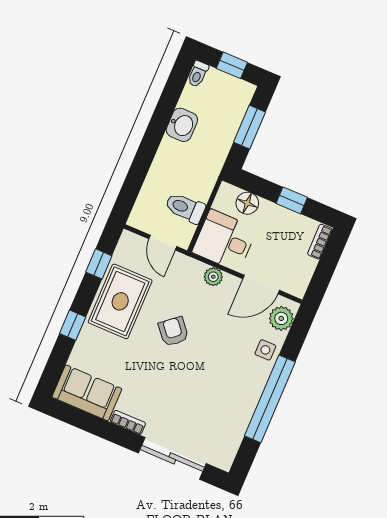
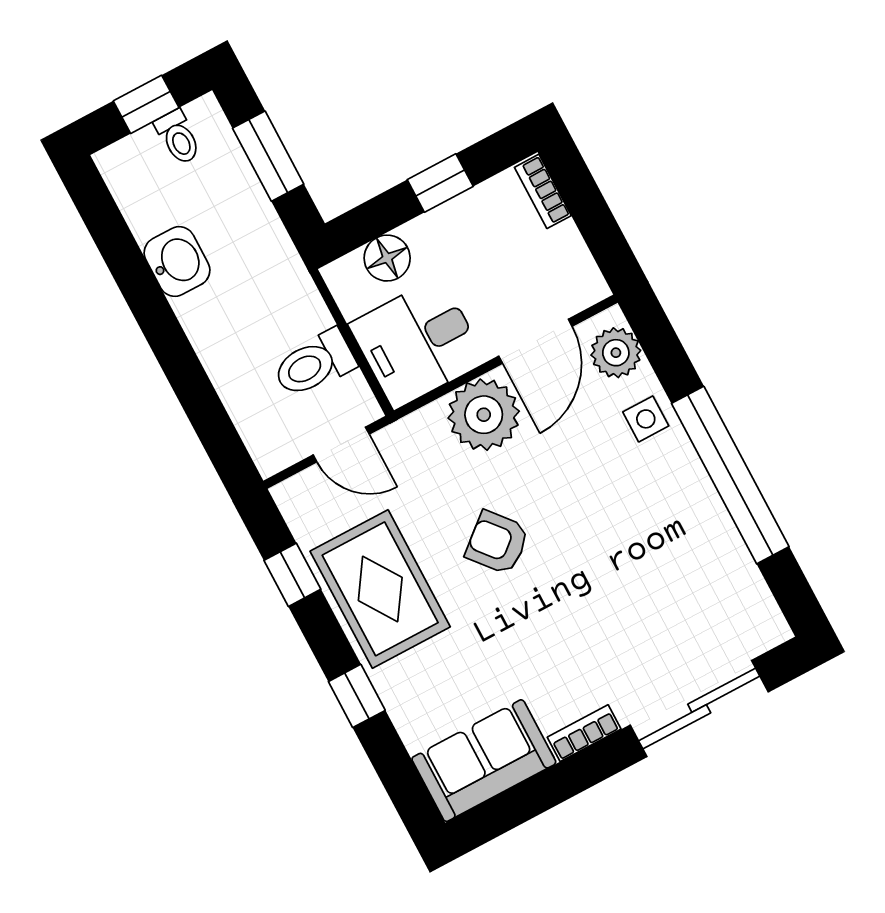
toilet: (198, 74) -> (178, 137), moved
plant: (213, 277) -> (484, 415), width x1.88, depth x1.88

